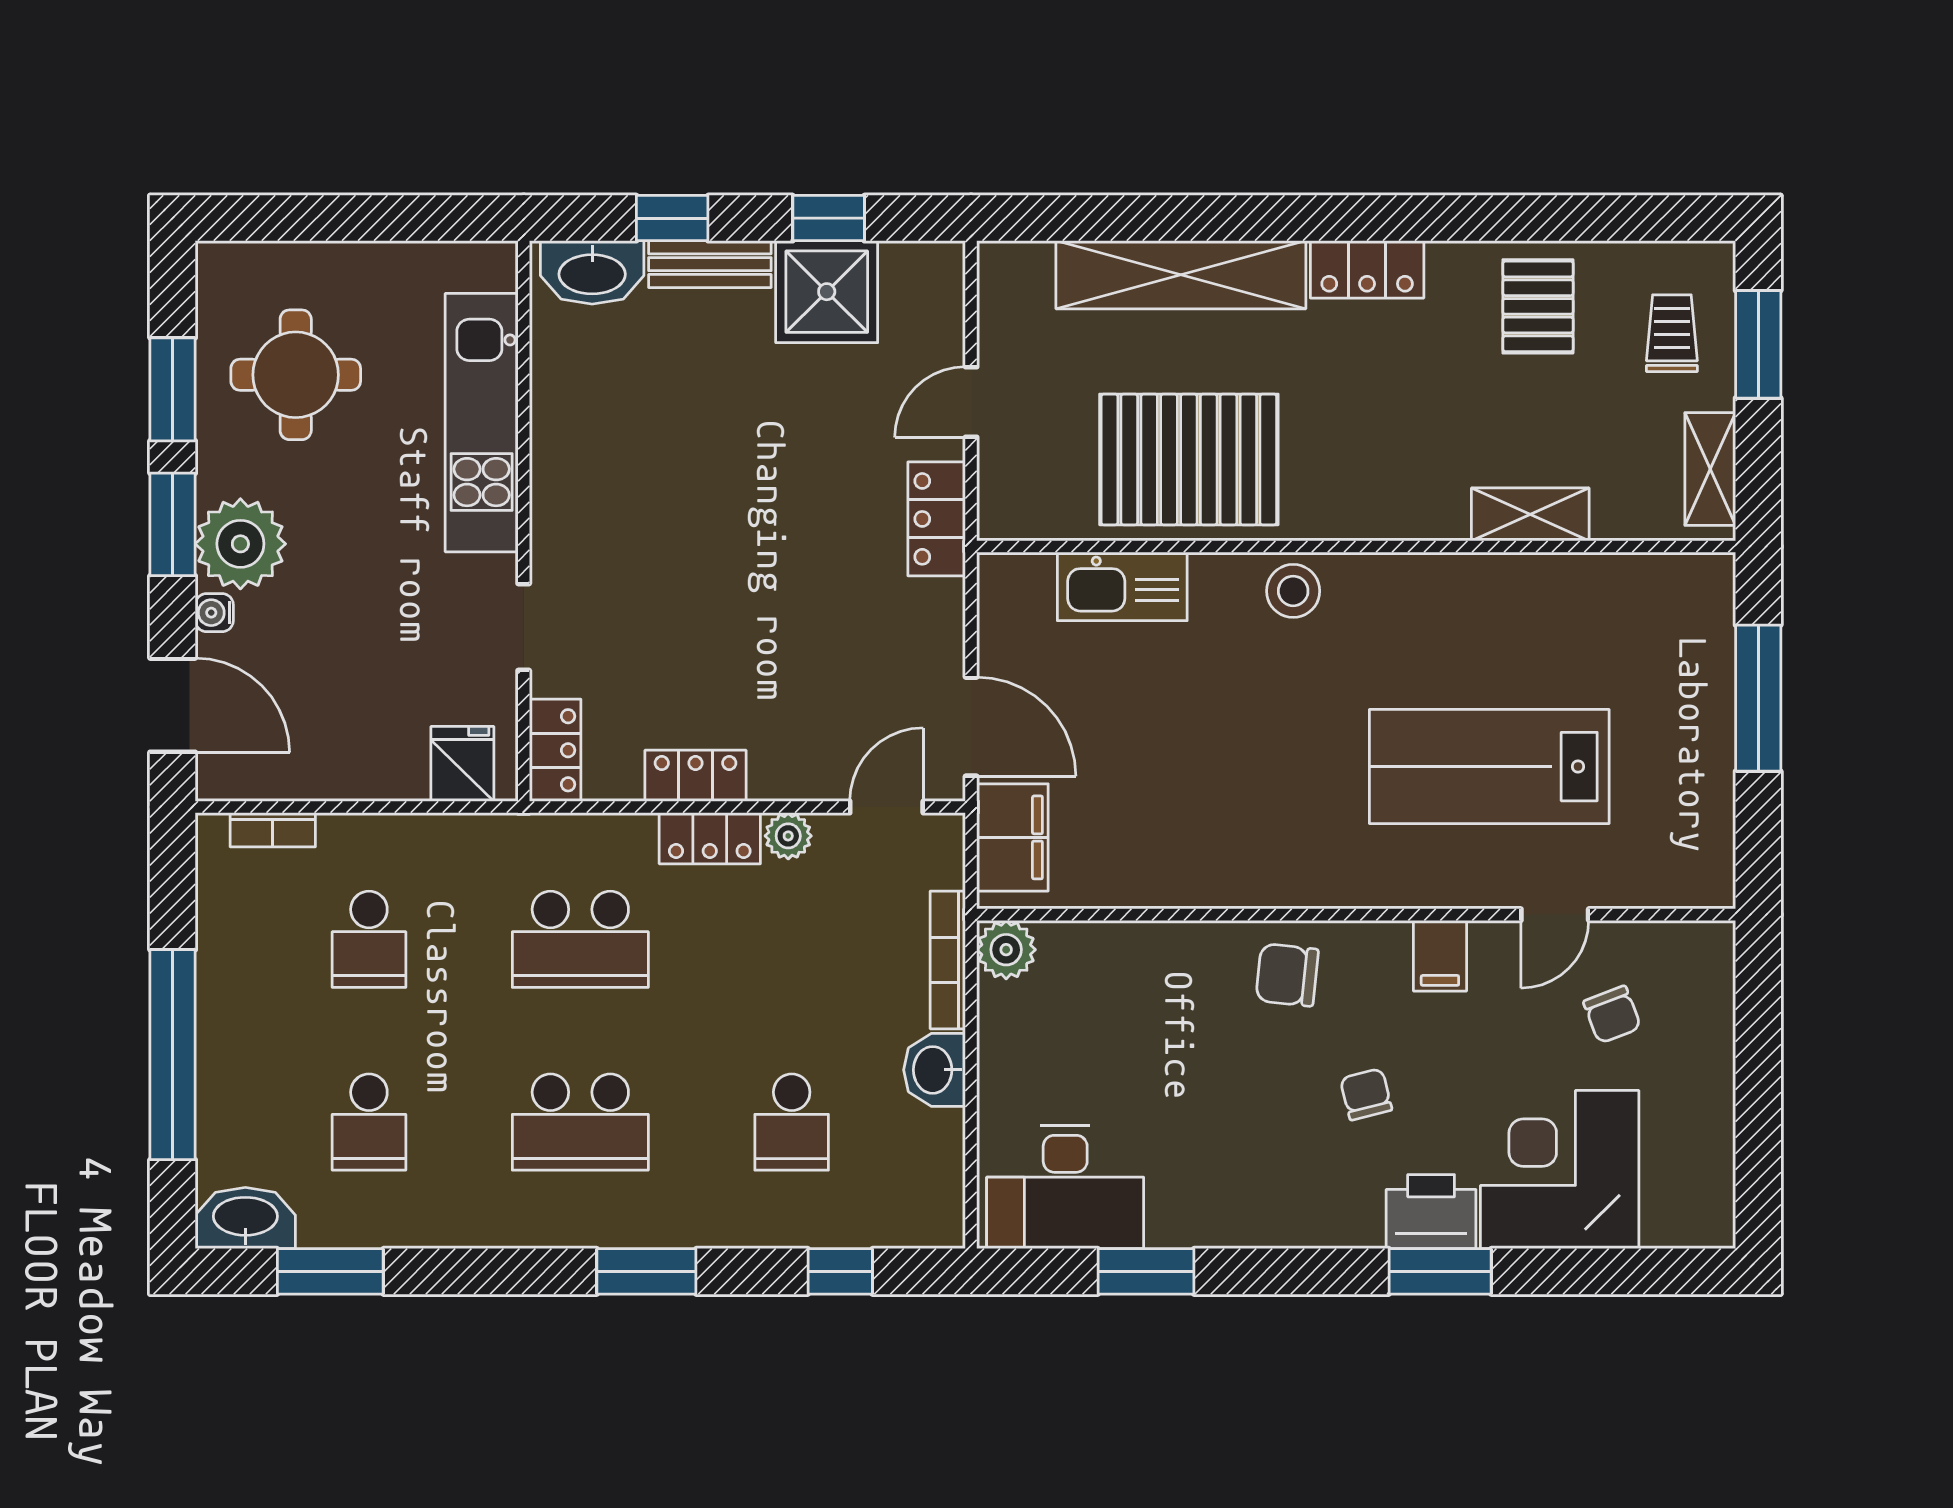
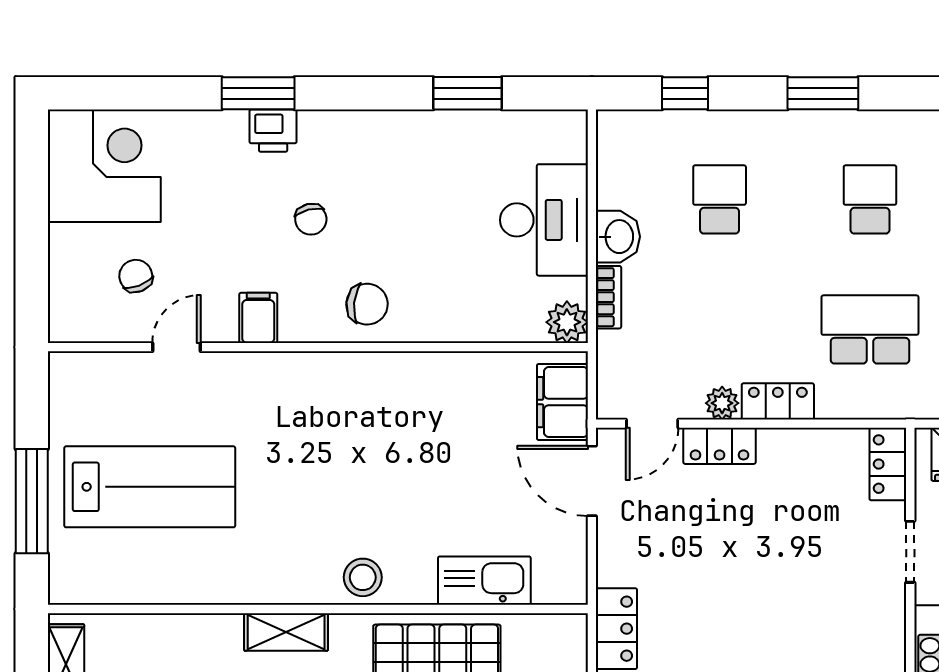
shelving: (1530, 514) -> (286, 632), moved
lab bench: (1489, 767) -> (150, 487), moved
locker: (695, 776) -> (720, 446), moved
bookcase: (948, 960) -> (608, 297), width x0.64
school desk: (580, 1122) -> (870, 199), width x0.54
corner desk: (1560, 1170) -> (104, 166), moved, turned -90
desk: (1065, 1187) -> (544, 220), moved, turned 90
printer: (1431, 1212) -> (273, 131), width x0.73, depth x0.81

